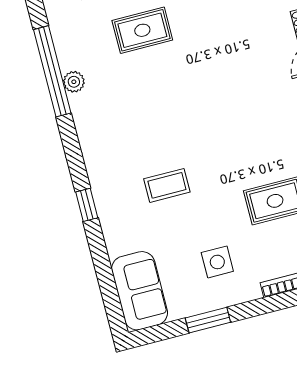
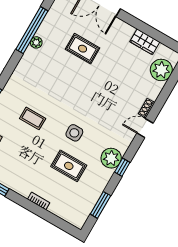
side table: (217, 262) -> (74, 133), moved

